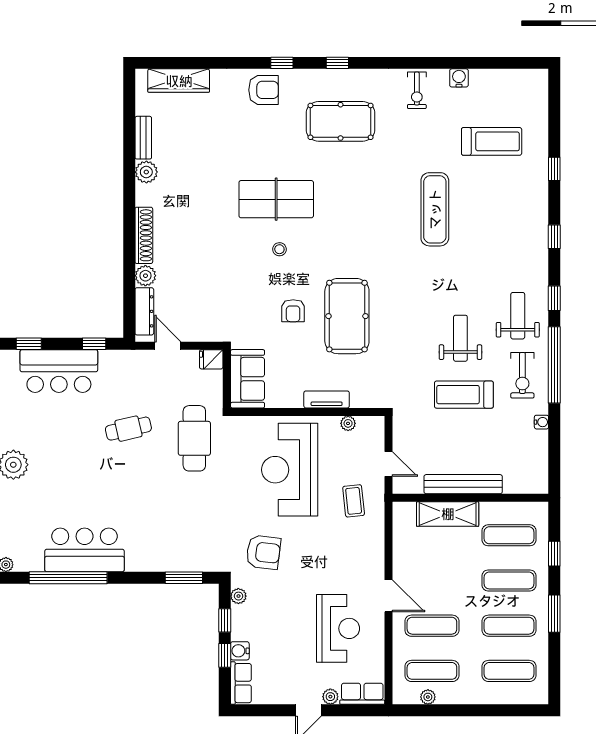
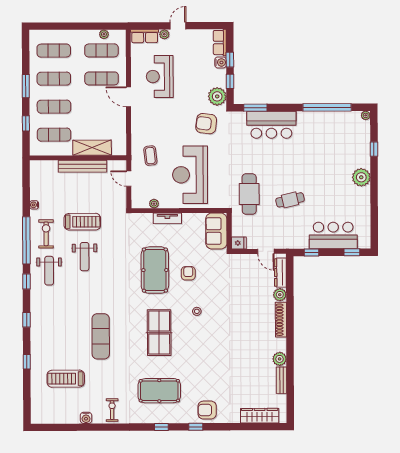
table tennis table: (276, 199) -> (159, 333), moved, turned 90
reception desk: (290, 470) -> (190, 175), turned 180
bar counter: (85, 550) -> (271, 125), moved
plant: (238, 596) -> (217, 96), width x1.88, depth x1.88

